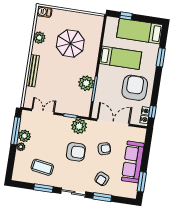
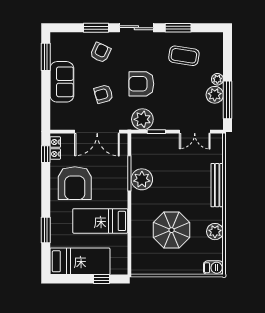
sofa: (133, 162) -> (62, 82), width x0.73

